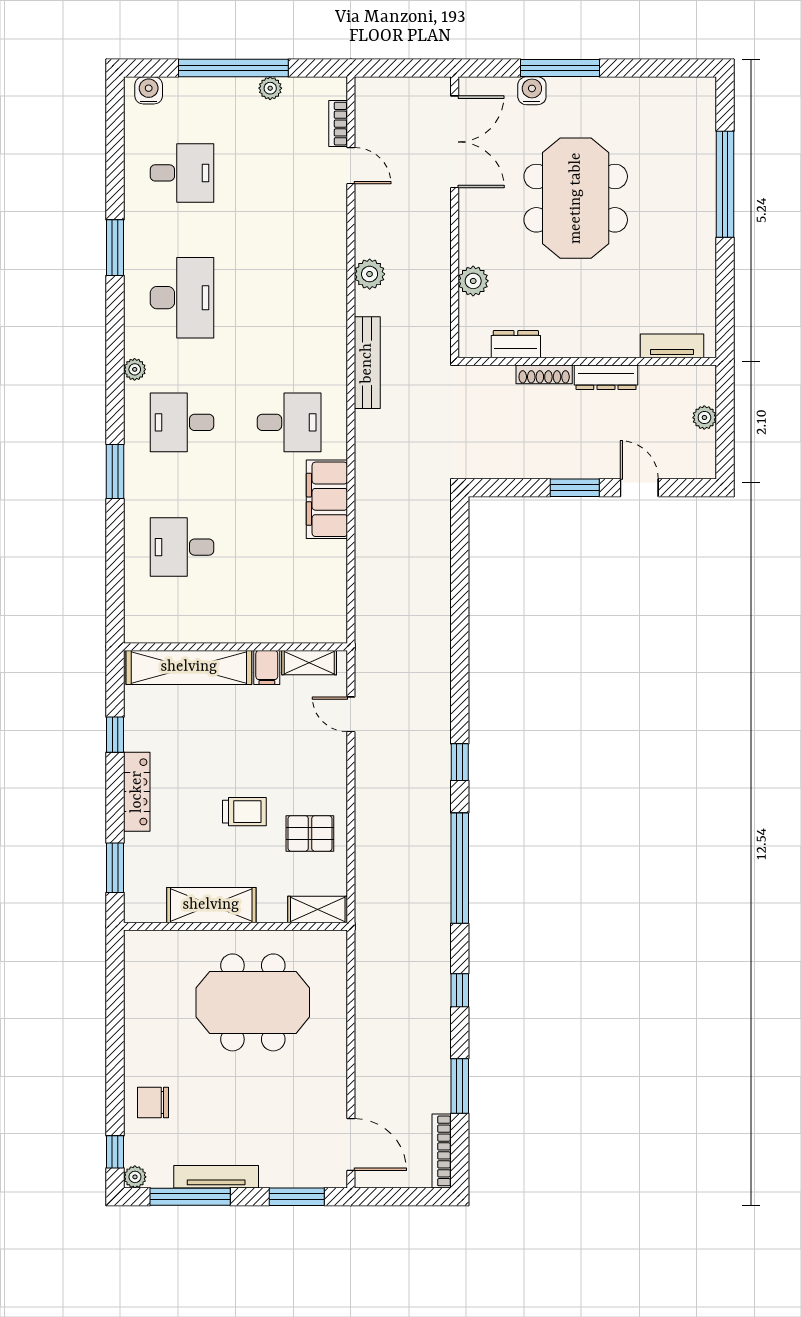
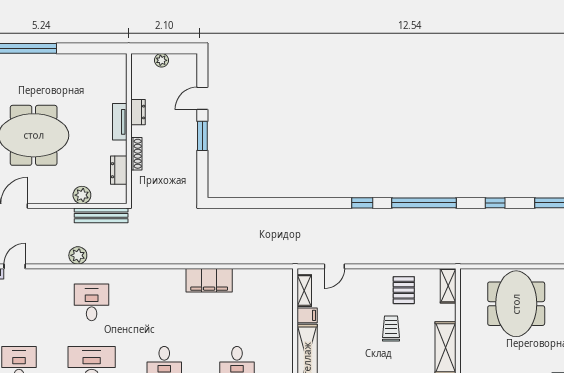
tv unit: (672, 346) -> (120, 122), moved
bench: (367, 363) -> (101, 215), moved
dresser: (606, 377) -> (138, 112), width x0.70
desk: (289, 422) -> (92, 302), moved
meeting table: (253, 1002) -> (516, 304), moved

